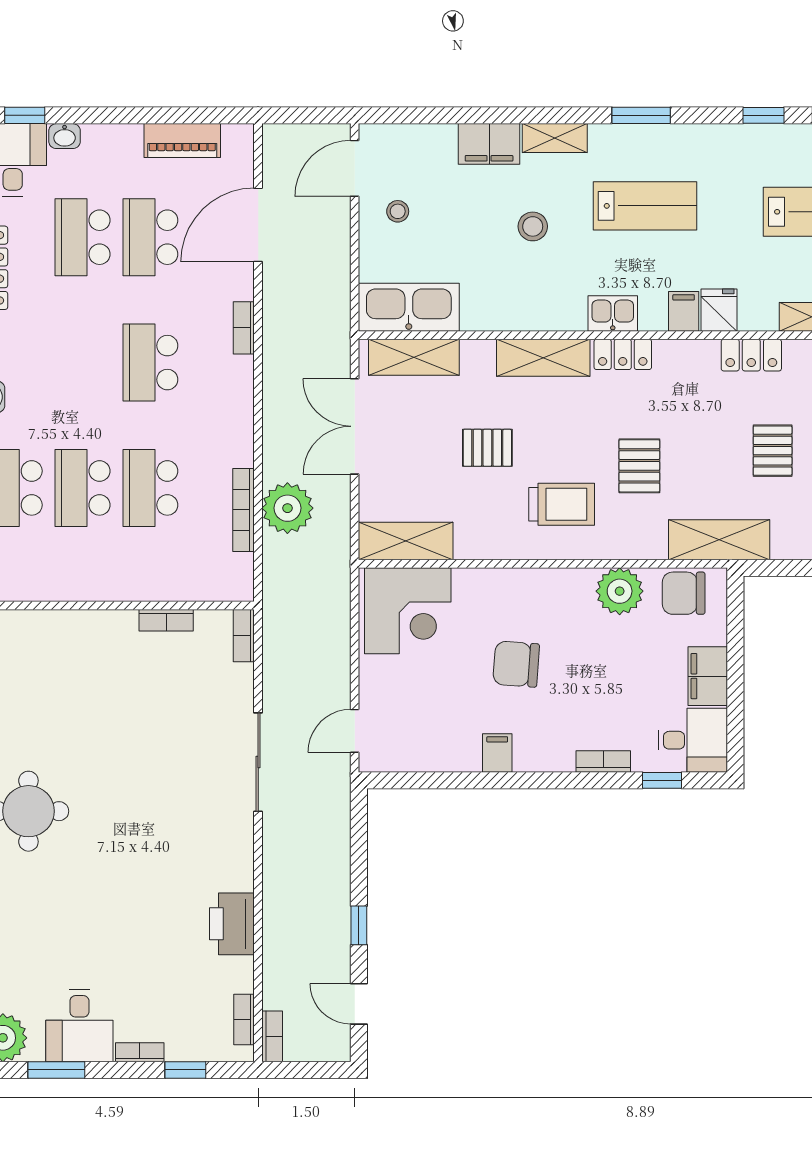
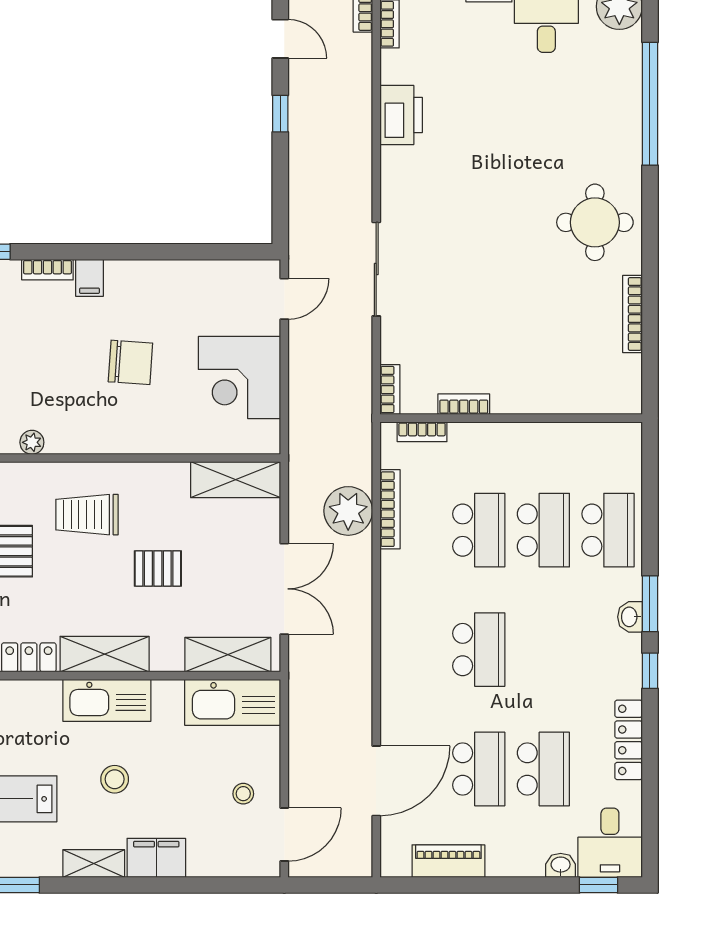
kitchen sink: (613, 314) -> (107, 700), moved, width x1.87, depth x1.24
bookcase: (244, 328) -> (422, 432), moved, turned 90
plant: (620, 591) -> (32, 442), width x0.53, depth x0.53
corner desk: (408, 611) -> (239, 378), moved, turned -90
filing cabinet: (497, 753) -> (89, 278), moved

